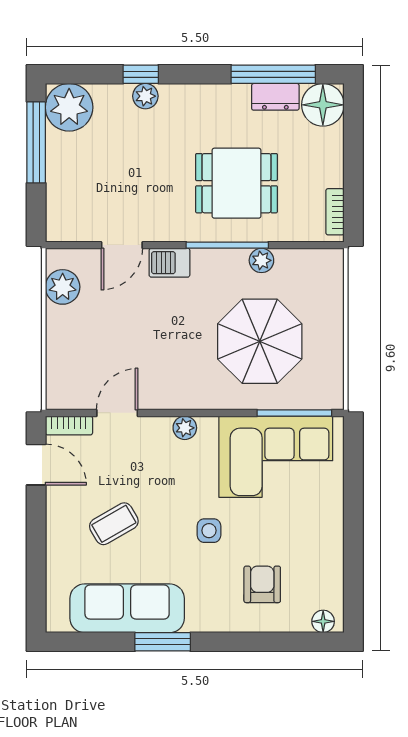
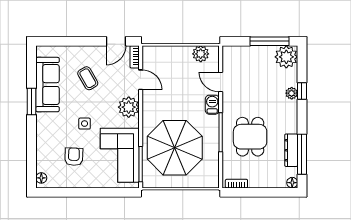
dresser: (275, 97) -> (291, 150), width x1.44
floor lamp: (323, 105) -> (292, 183), width x0.53, depth x0.53
plant: (261, 260) -> (213, 149), removed
parasol: (260, 341) -> (175, 148), width x1.36, depth x1.36
plant: (185, 428) -> (129, 107), width x1.88, depth x1.88
armchair: (262, 584) -> (74, 157), moved, turned -88

